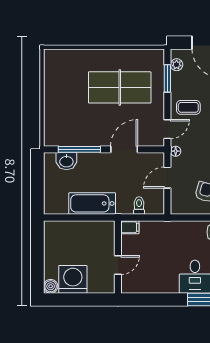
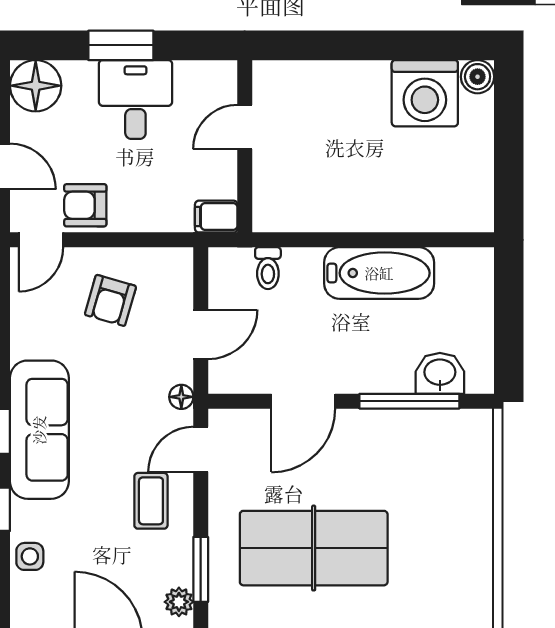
coffee table: (188, 107) -> (151, 501), turned 90
filing cabinet: (130, 227) -> (216, 217), moved
wall: (118, 257) -> (245, 146), moved
door: (118, 265) -> (245, 127), moved

